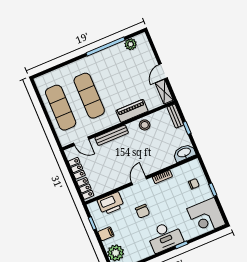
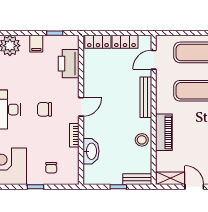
washbasin: (184, 153) -> (91, 151), moved
door: (139, 181) -> (81, 107), hinge flipped
chair: (143, 211) -> (45, 109), moved

